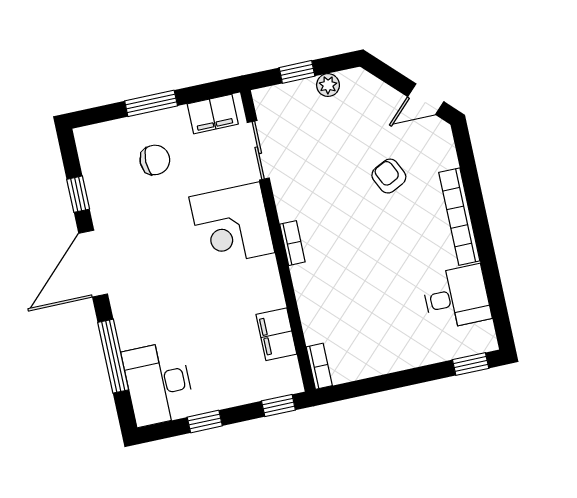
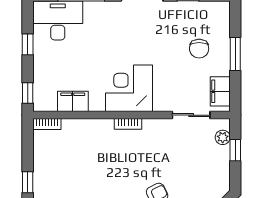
plant: (328, 85) -> (223, 137), moved
corner desk: (232, 225) -> (129, 88), moved
window: (414, 376) -> (28, 182), added

